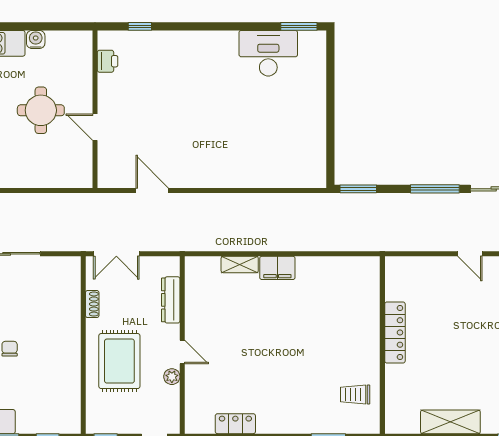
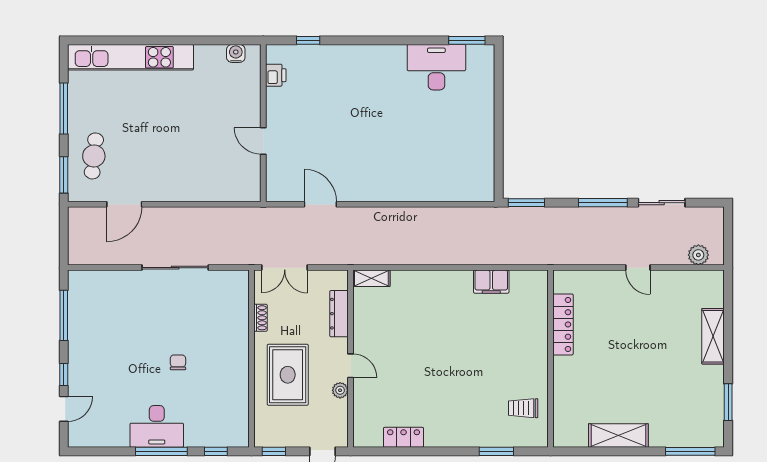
water cooler: (36, 39) -> (236, 53), moved
round table: (41, 110) -> (209, 124), removed
shelving: (240, 265) -> (371, 278), moved
filing cabinet: (277, 268) -> (491, 282), moved
locker: (395, 332) -> (563, 324), moved

